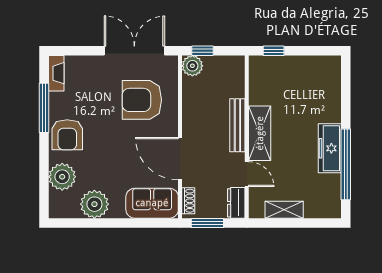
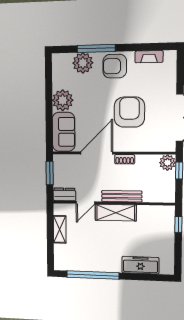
fireplace: (56, 73) -> (149, 57), moved
armchair: (142, 100) -> (129, 112), moved
window: (44, 108) -> (96, 48), moved
freezer: (330, 148) -> (140, 265), moved
shoe rack: (188, 201) -> (125, 159), moved
plant: (94, 204) -> (63, 100), moved

